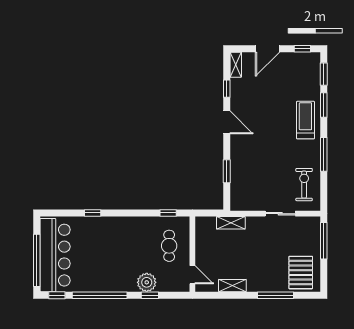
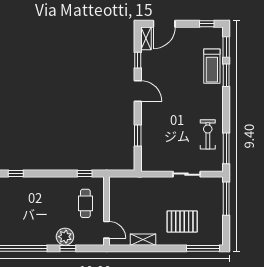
door: (268, 49) -> (164, 24), moved
treadmill: (305, 120) -> (212, 66), moved, turned 180
window: (324, 154) -> (226, 148), moved
exercise bike: (304, 185) -> (208, 134), moved
shelving: (231, 223) -> (142, 182), removed
pallet: (301, 273) -> (182, 221), moved, turned 90
window: (276, 295) -> (203, 248), moved

